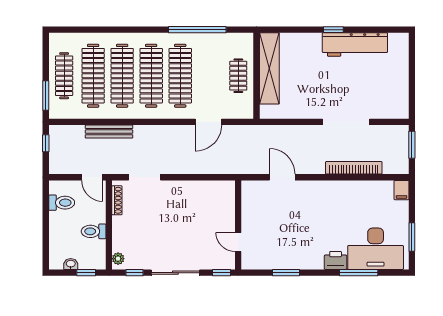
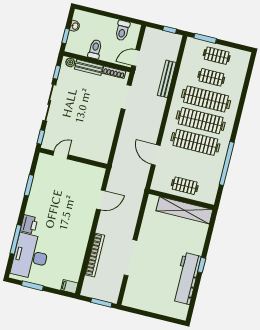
clothes rail: (64, 76) -> (217, 56), width x0.73
clothes rail: (93, 76) -> (211, 77), width x0.54, depth x0.76
bench: (119, 234) -> (89, 67), added

